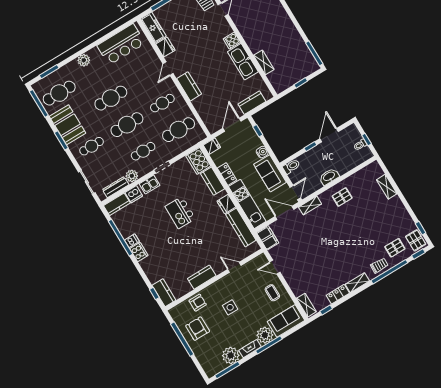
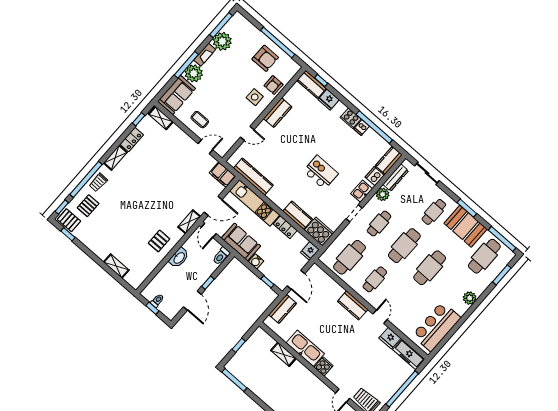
fridge: (226, 204) -> (329, 100), moved, turned 180
side table: (230, 307) -> (255, 97), moved

